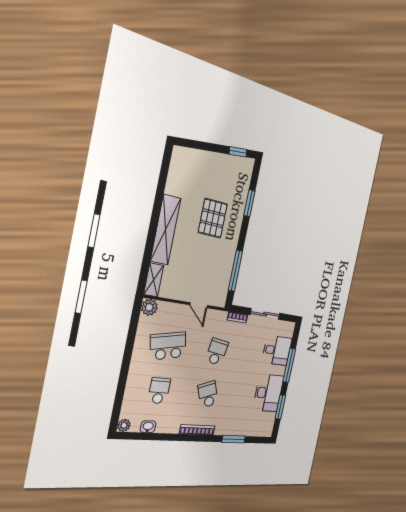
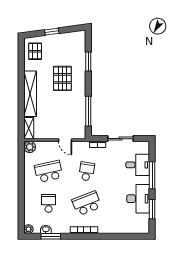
window: (238, 152) -> (52, 32), moved
pallet: (185, 169) -> (35, 51), added
school desk: (208, 394) -> (87, 203), width x1.85
window: (234, 439) -> (51, 236), moved

